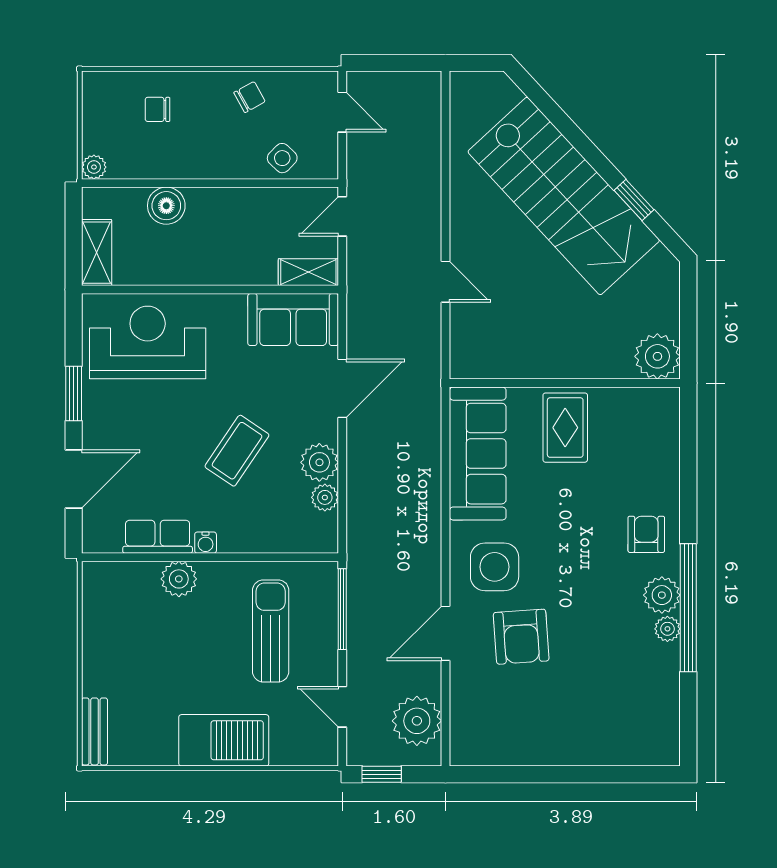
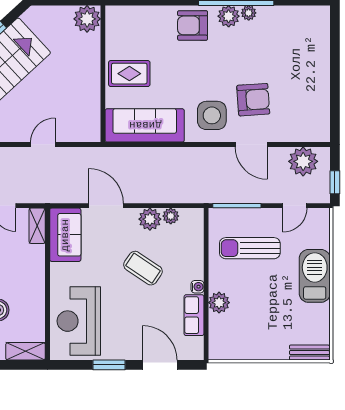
armchair: (646, 534) -> (193, 25), width x1.38, depth x1.38

